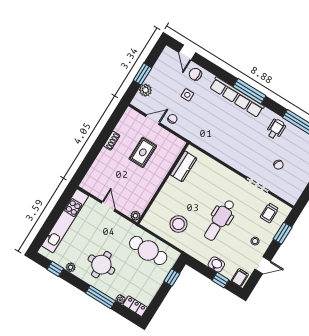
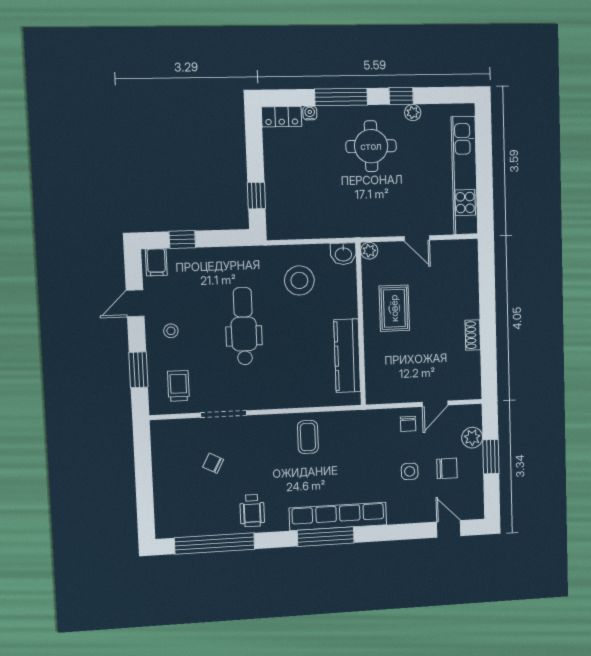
chair: (195, 74) -> (447, 468), moved
coffee table: (225, 146) -> (308, 437), added
rug: (143, 152) -> (394, 308), moved
kitchen counter: (184, 166) -> (347, 356), width x1.50
cafe table: (148, 250) -> (317, 212), removed
washbasin: (216, 264) -> (343, 254), moved
window: (55, 269) -> (401, 96), moved

